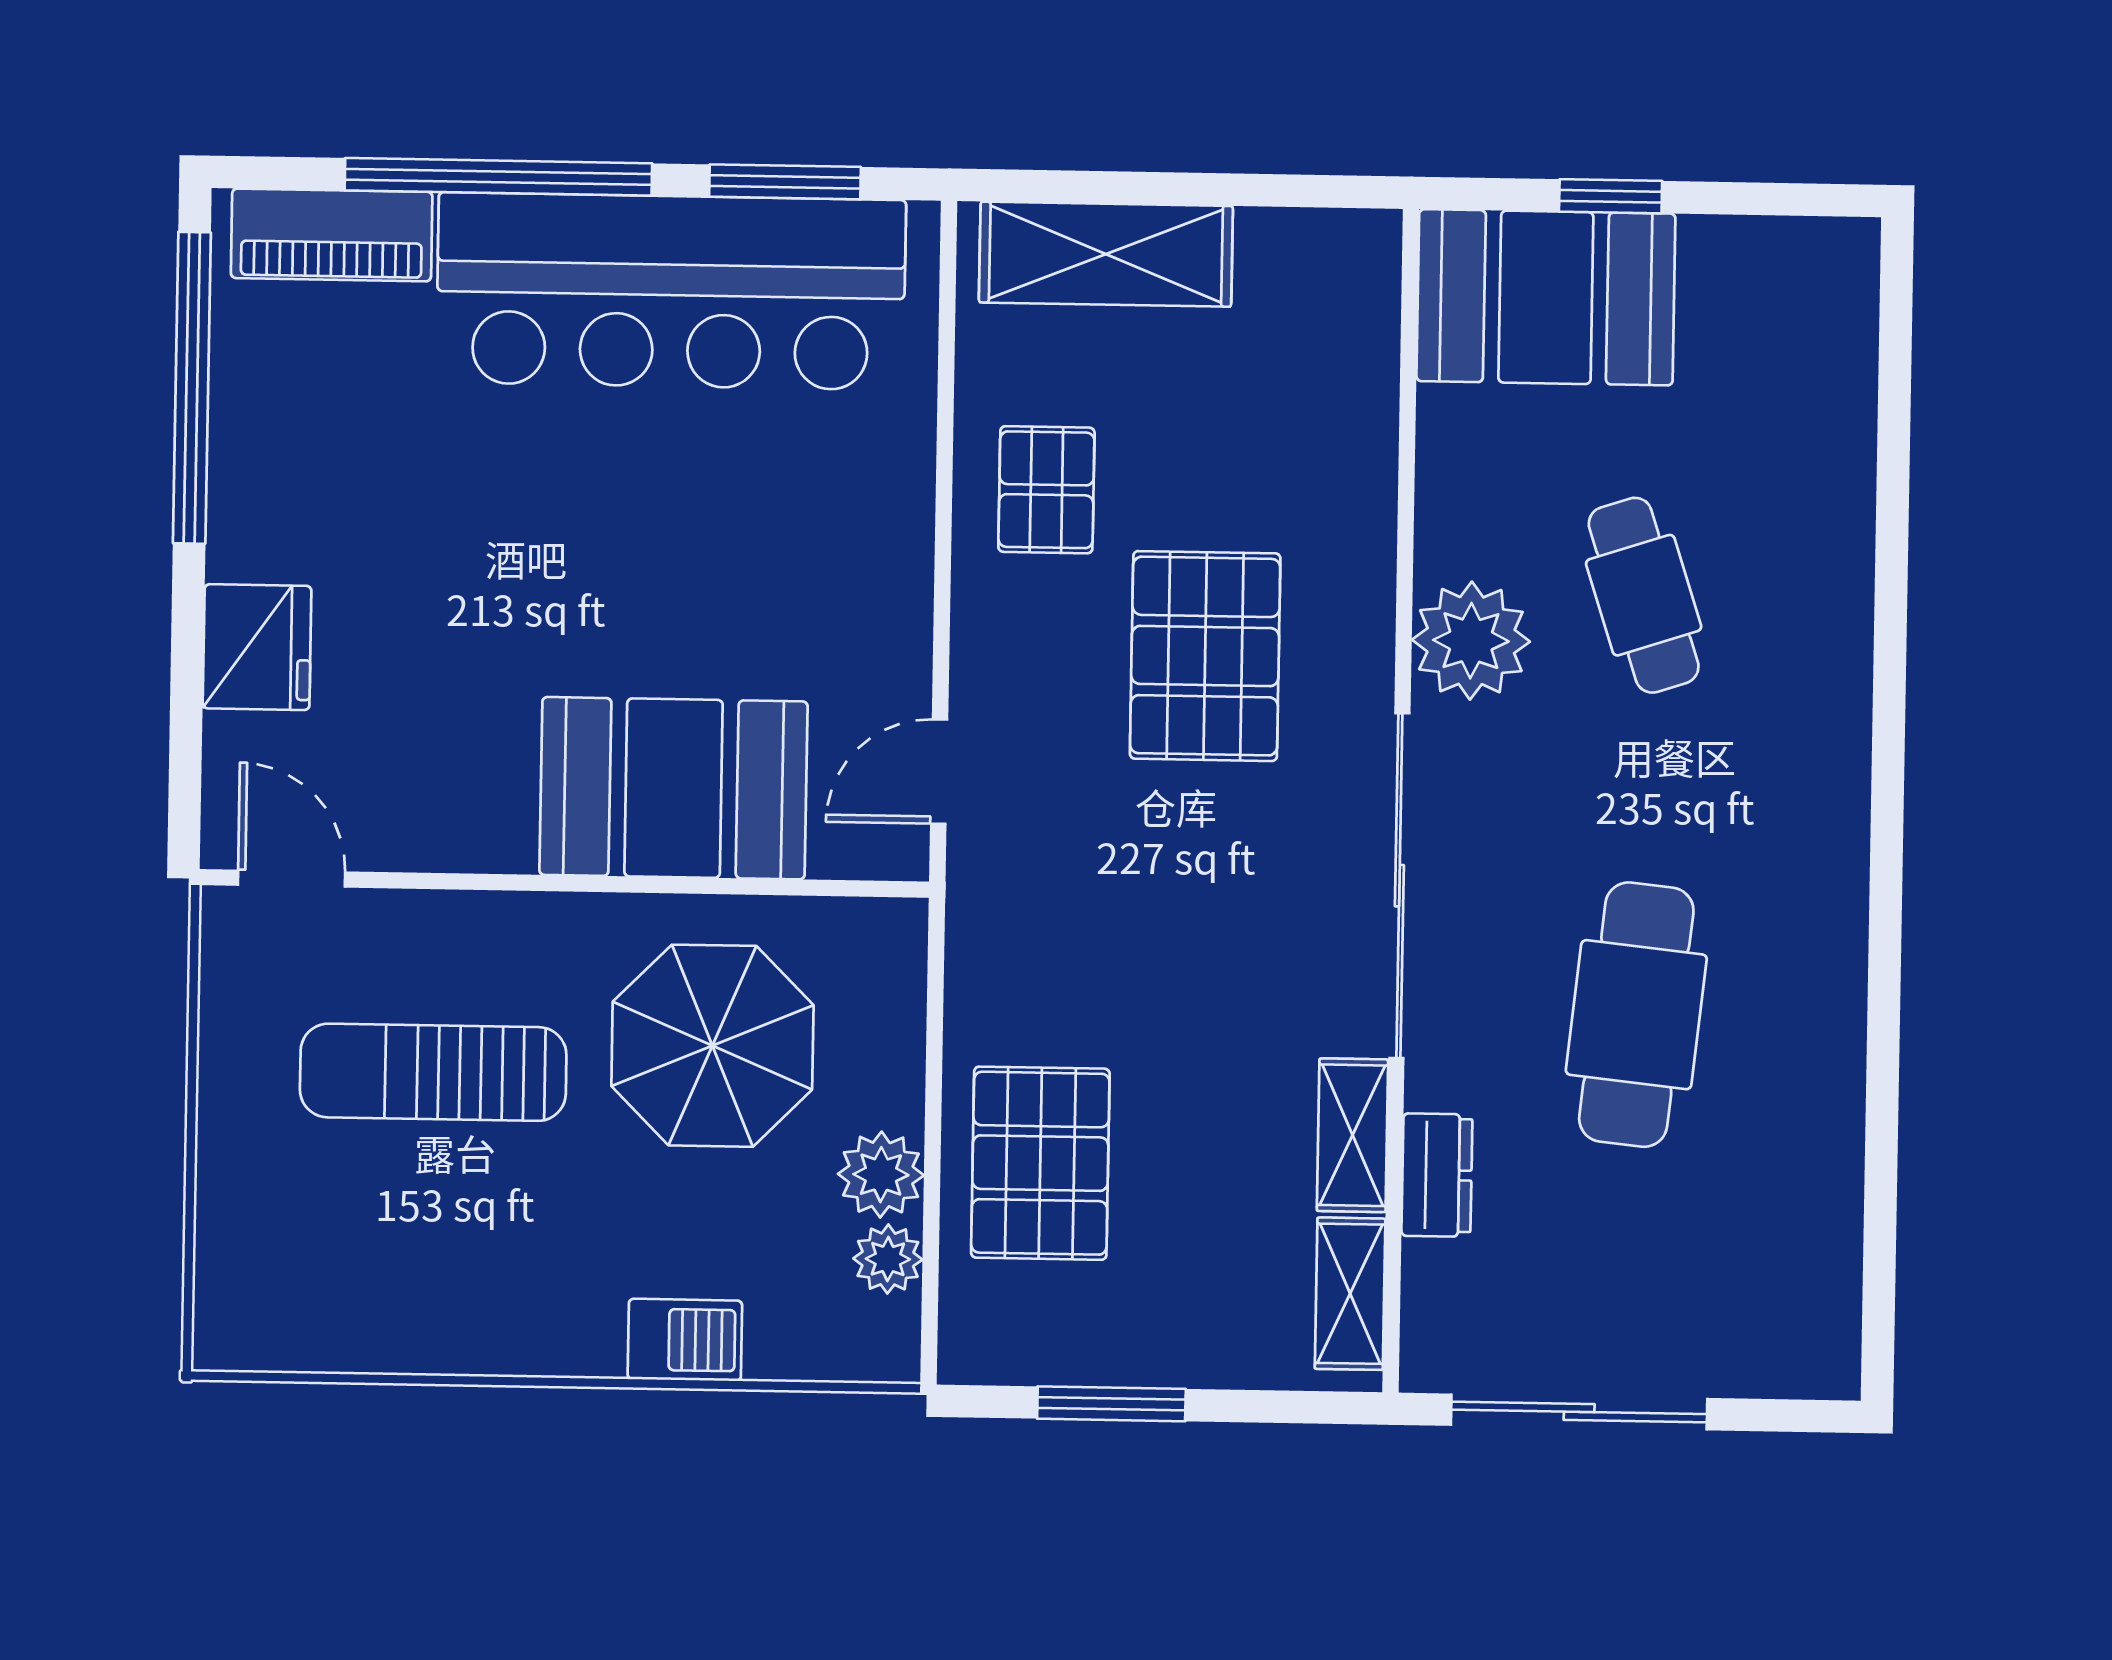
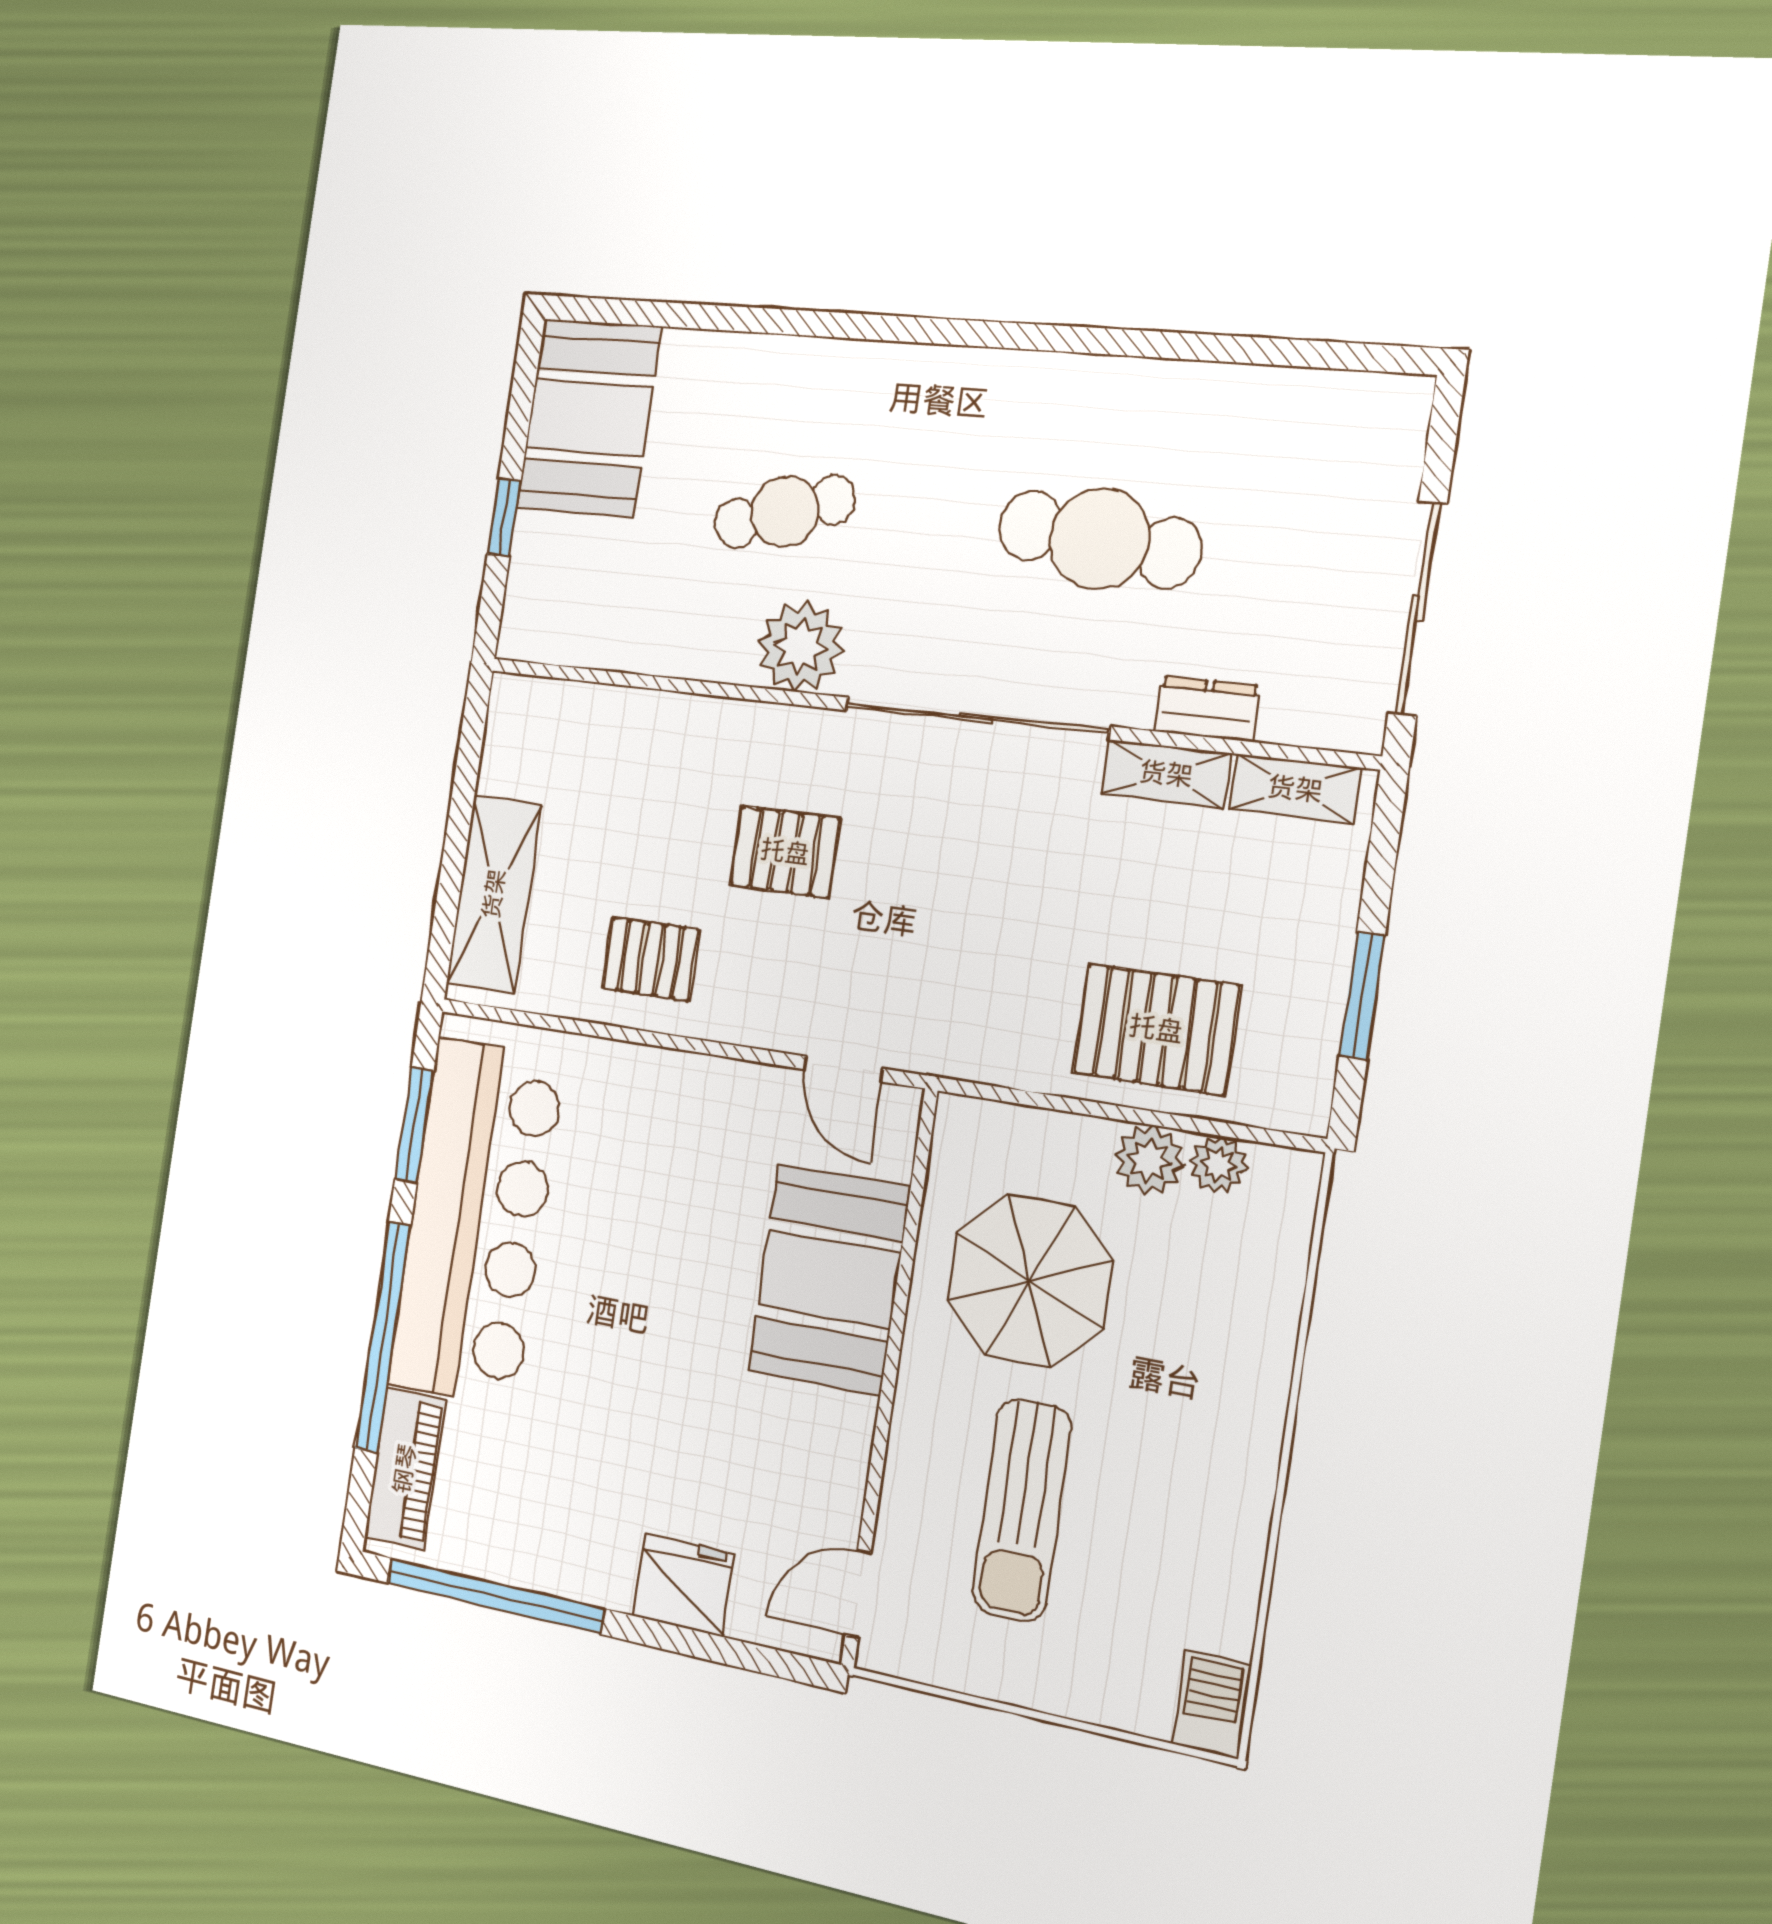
booth: (1546, 297) -> (589, 418), moved
pallet: (1205, 656) -> (785, 852), width x0.67, depth x0.71
barbecue: (685, 1340) -> (1212, 1704), moved

